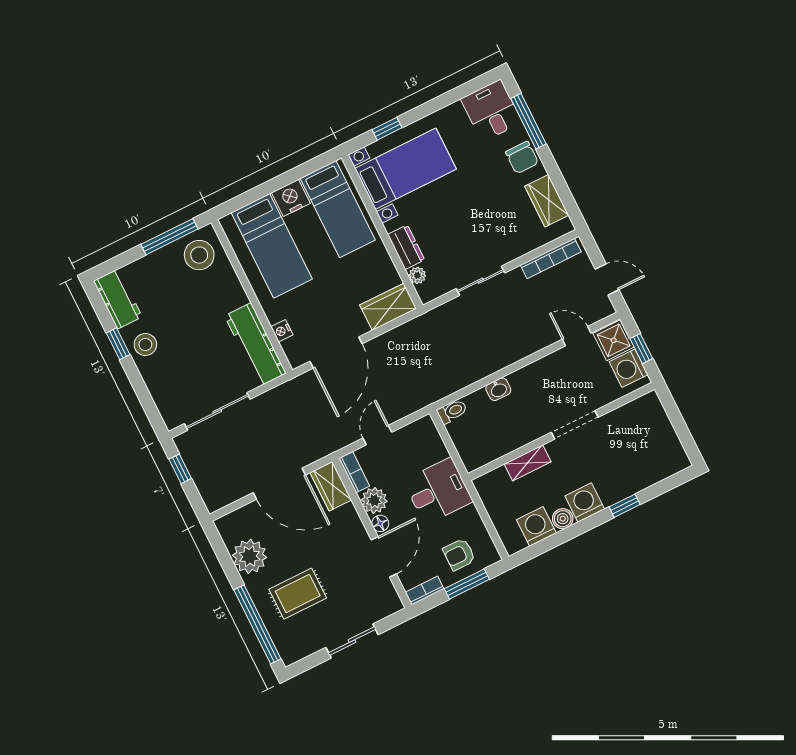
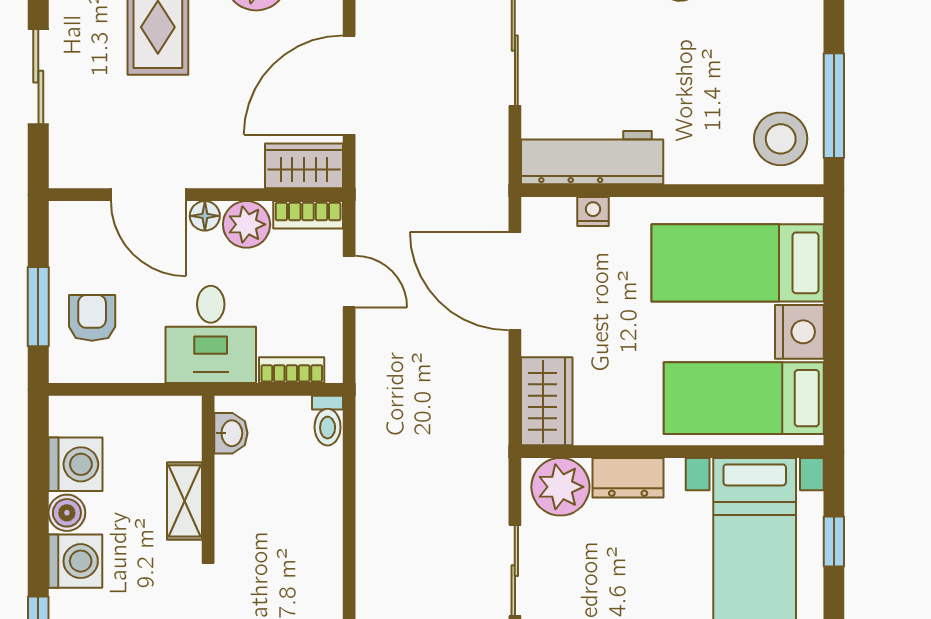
plant: (417, 275) -> (560, 487), width x1.88, depth x1.88
washbasin: (498, 389) -> (231, 433), moved, turned 180
bookcase: (425, 591) -> (292, 370), moved, turned -90

